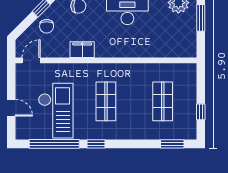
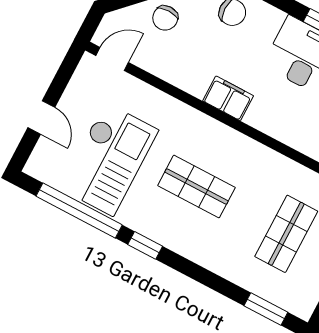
filing cabinet: (82, 50) -> (228, 98), moved
shop shelf: (106, 101) -> (196, 186), turned 90

